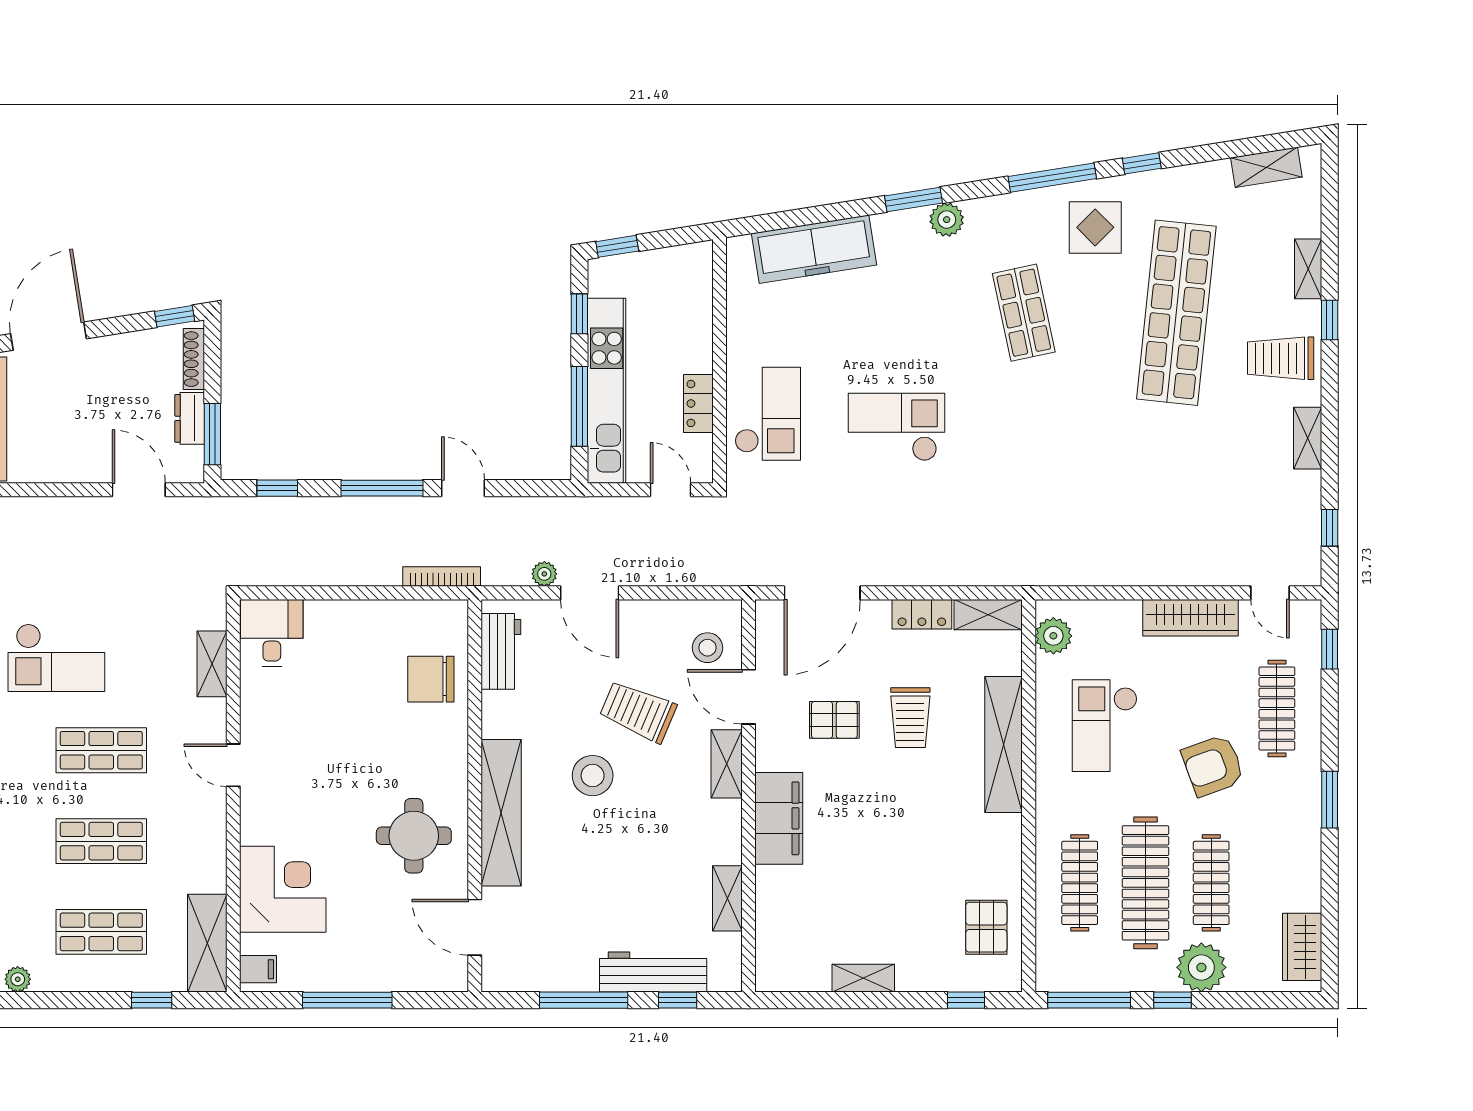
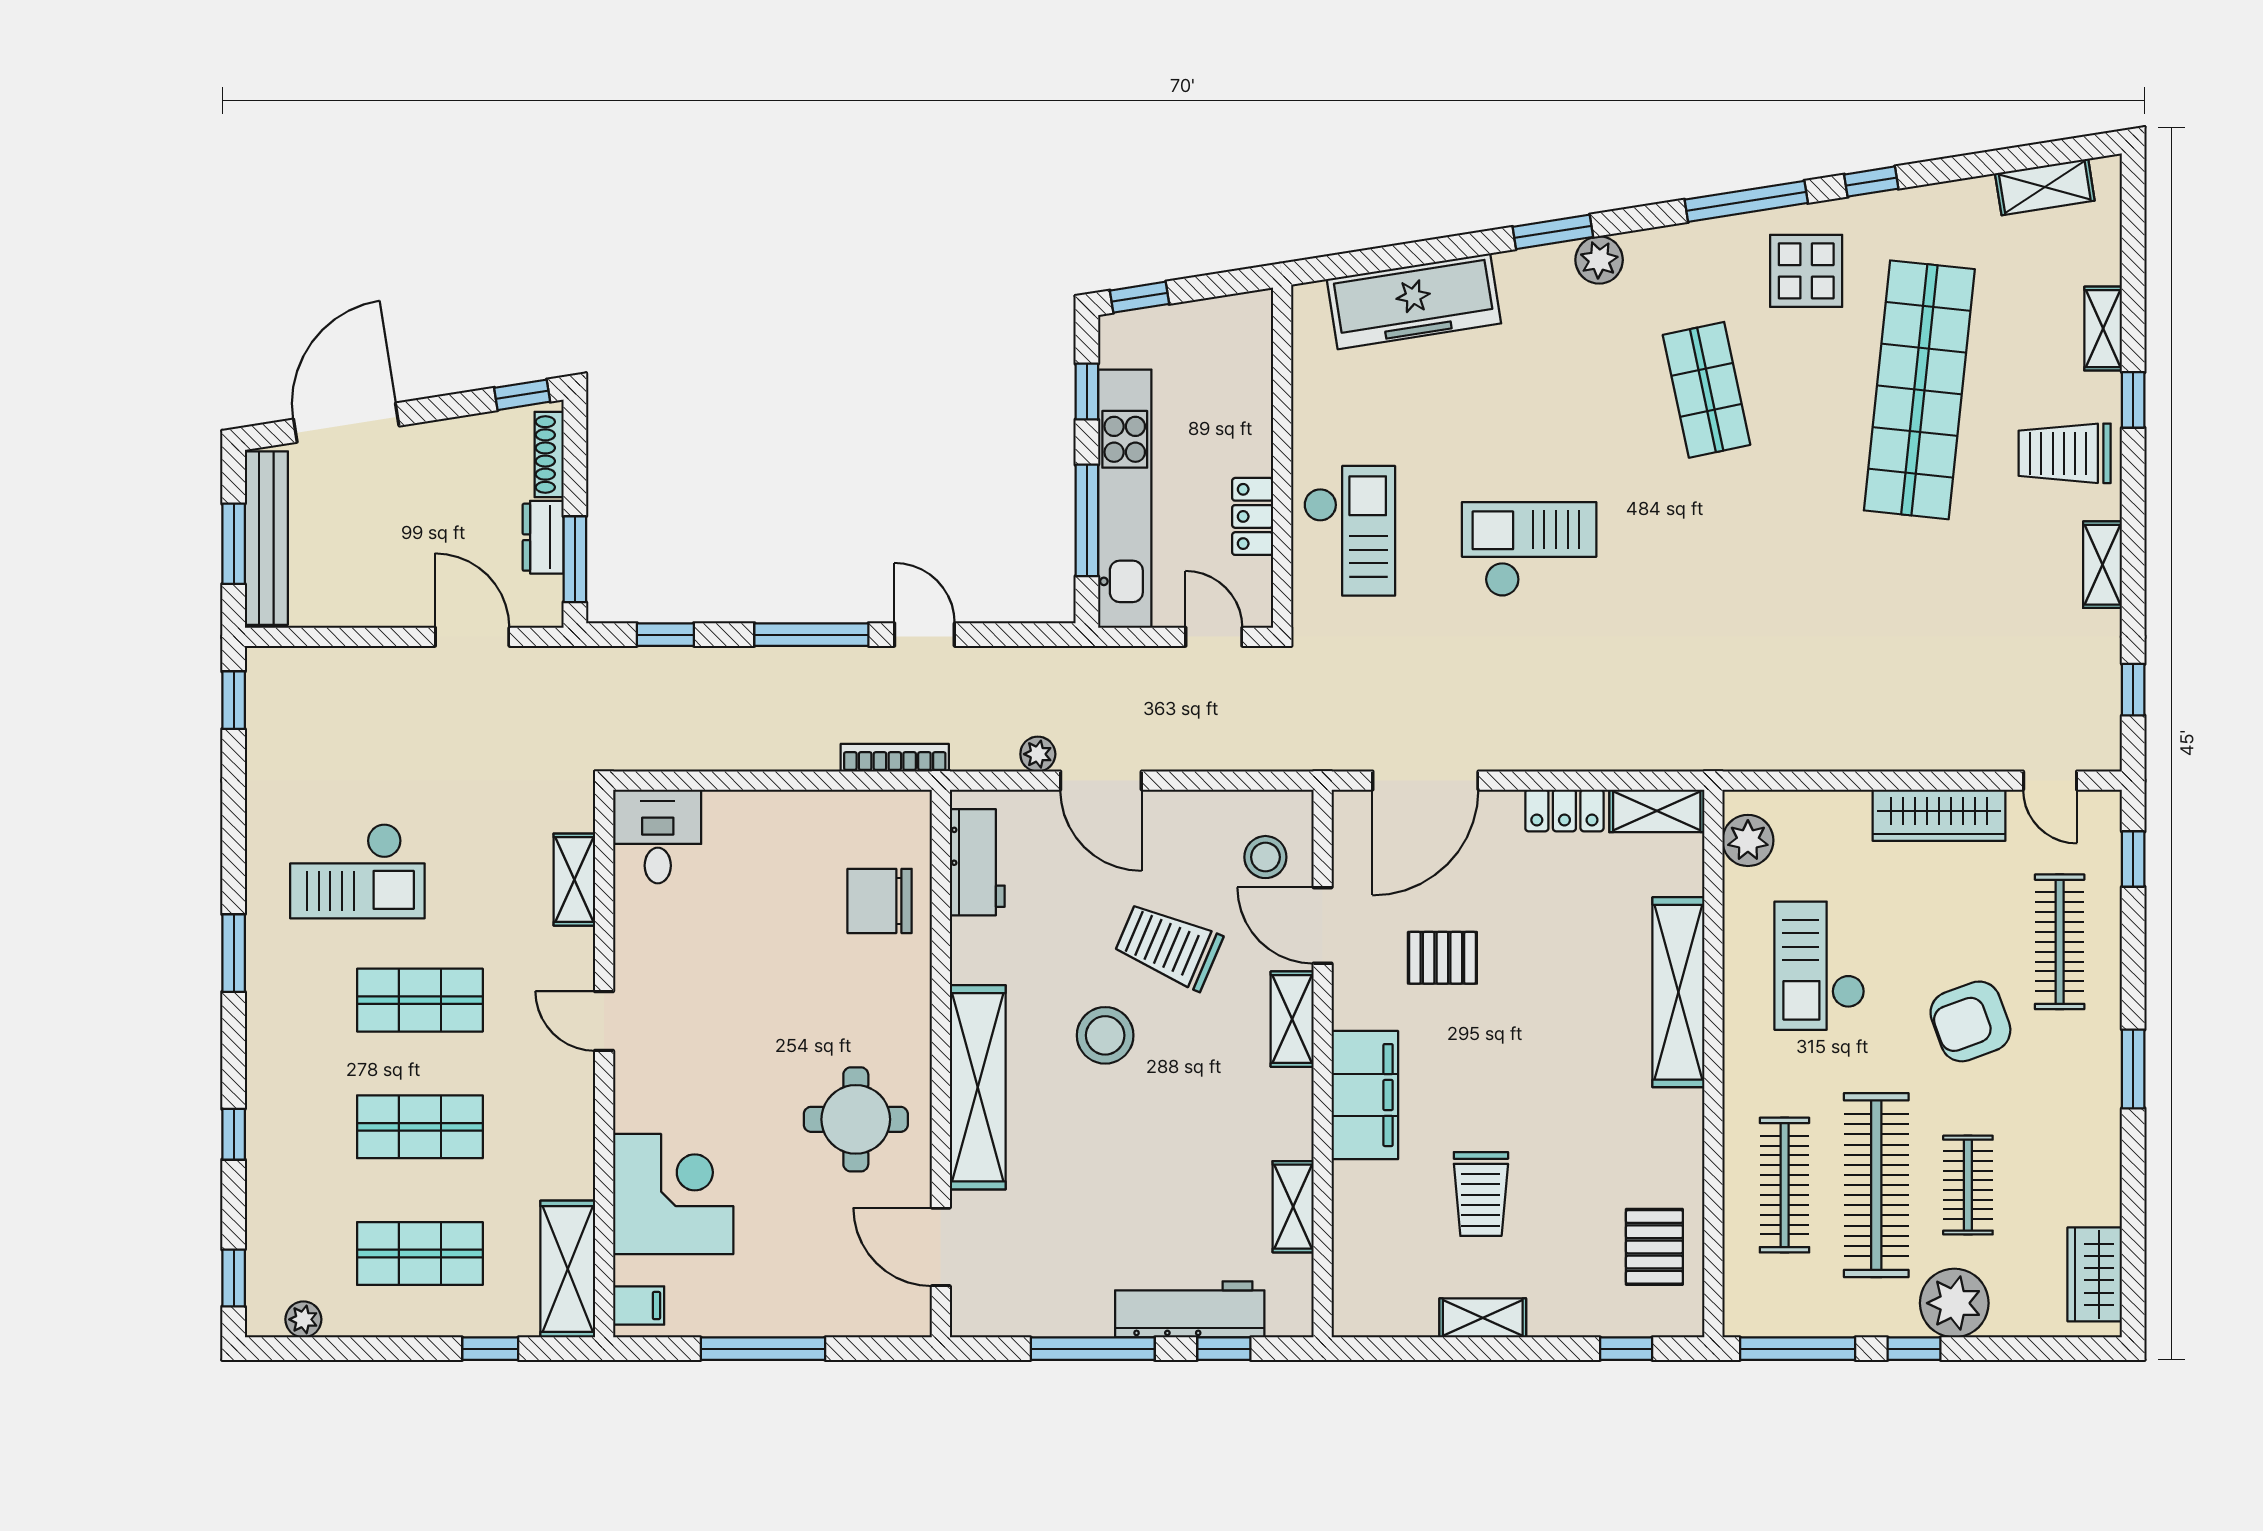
trolley: (910, 718) -> (1481, 1194), moved
clothes rail: (1211, 883) -> (1968, 1185), width x0.73

